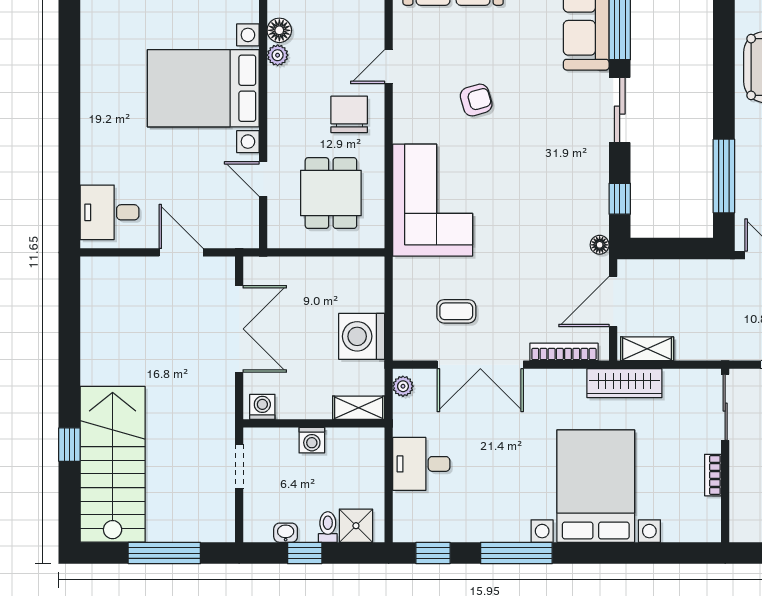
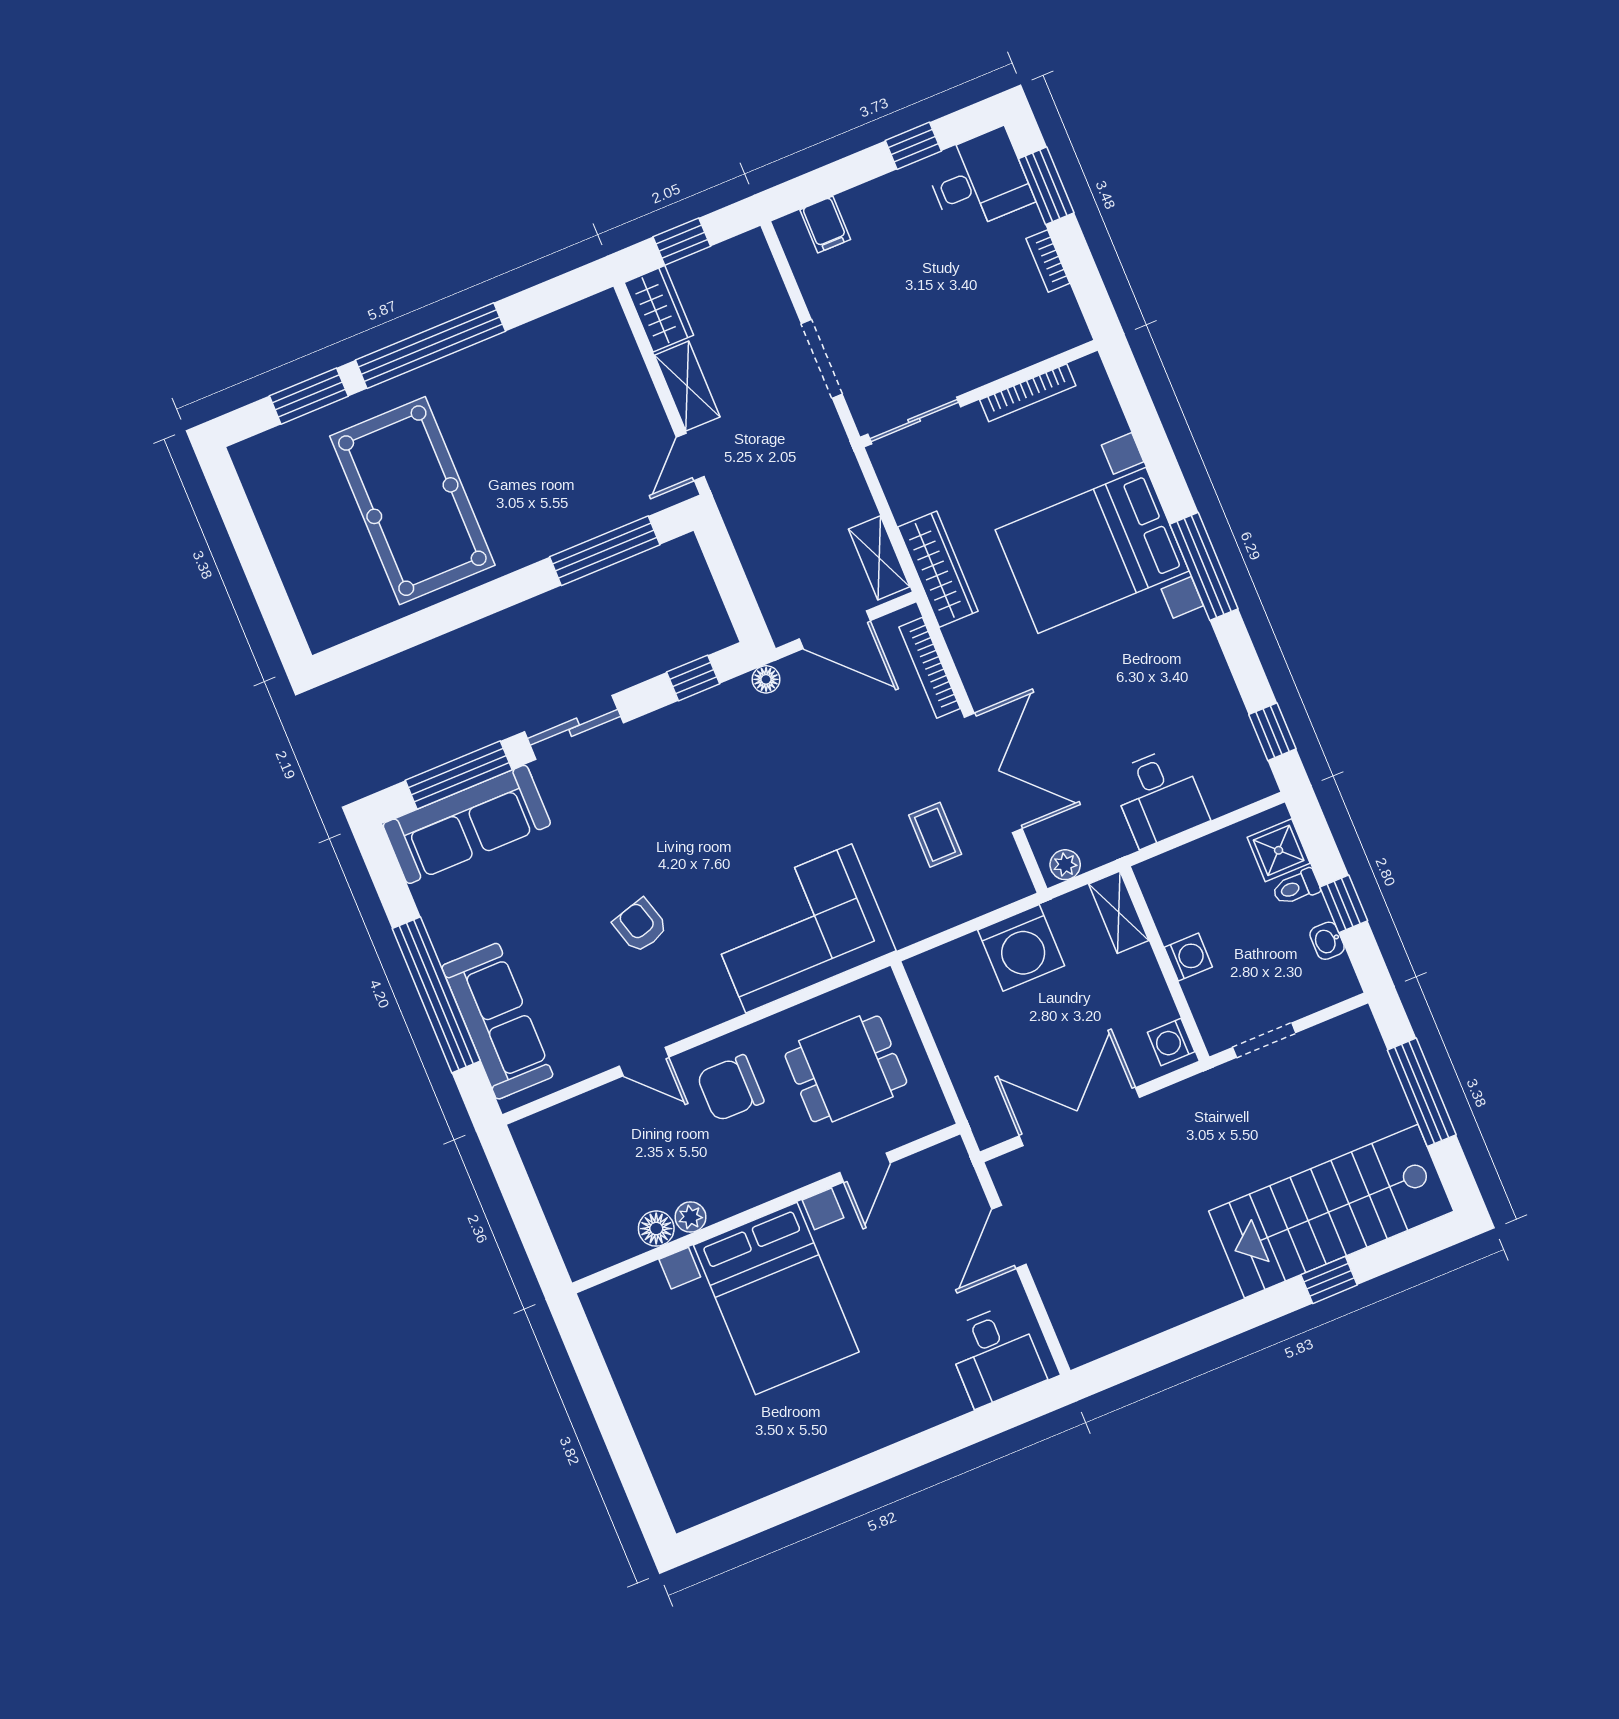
bookcase: (713, 475) -> (1028, 393), width x1.56
window: (516, 553) -> (1204, 566), moved

